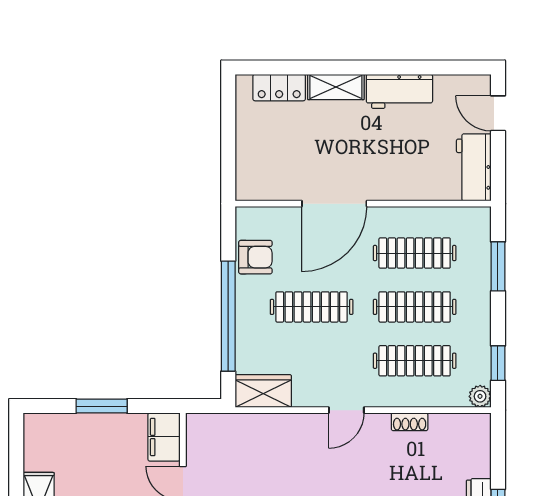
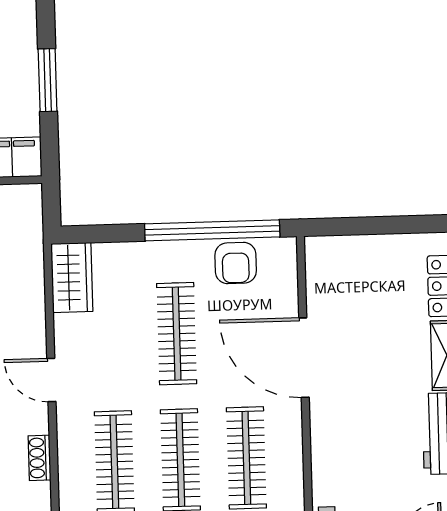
window: (228, 316) -> (212, 230), moved

